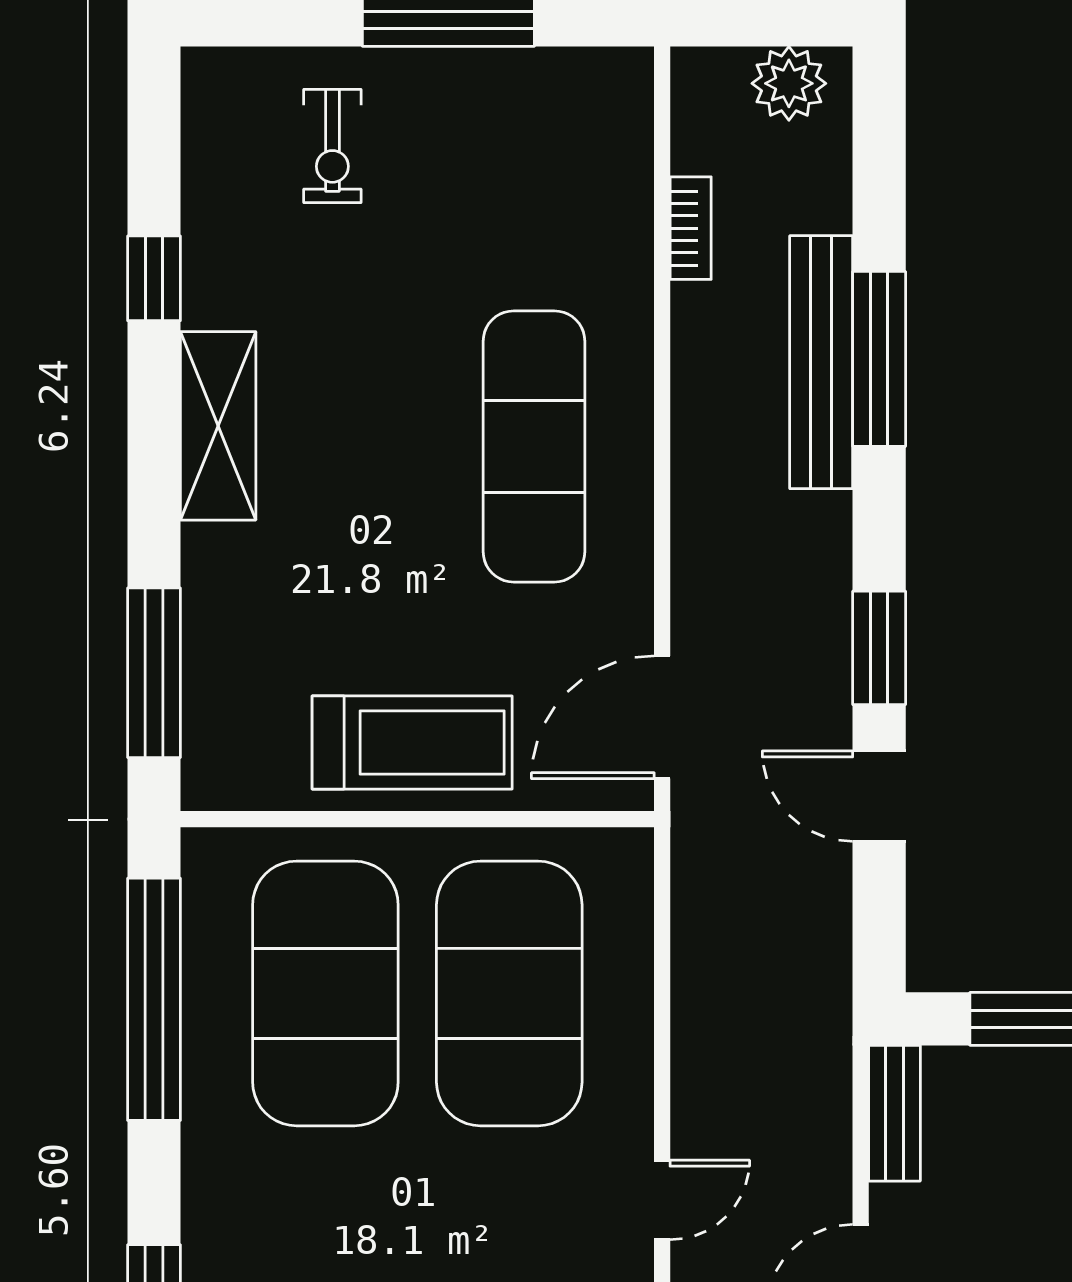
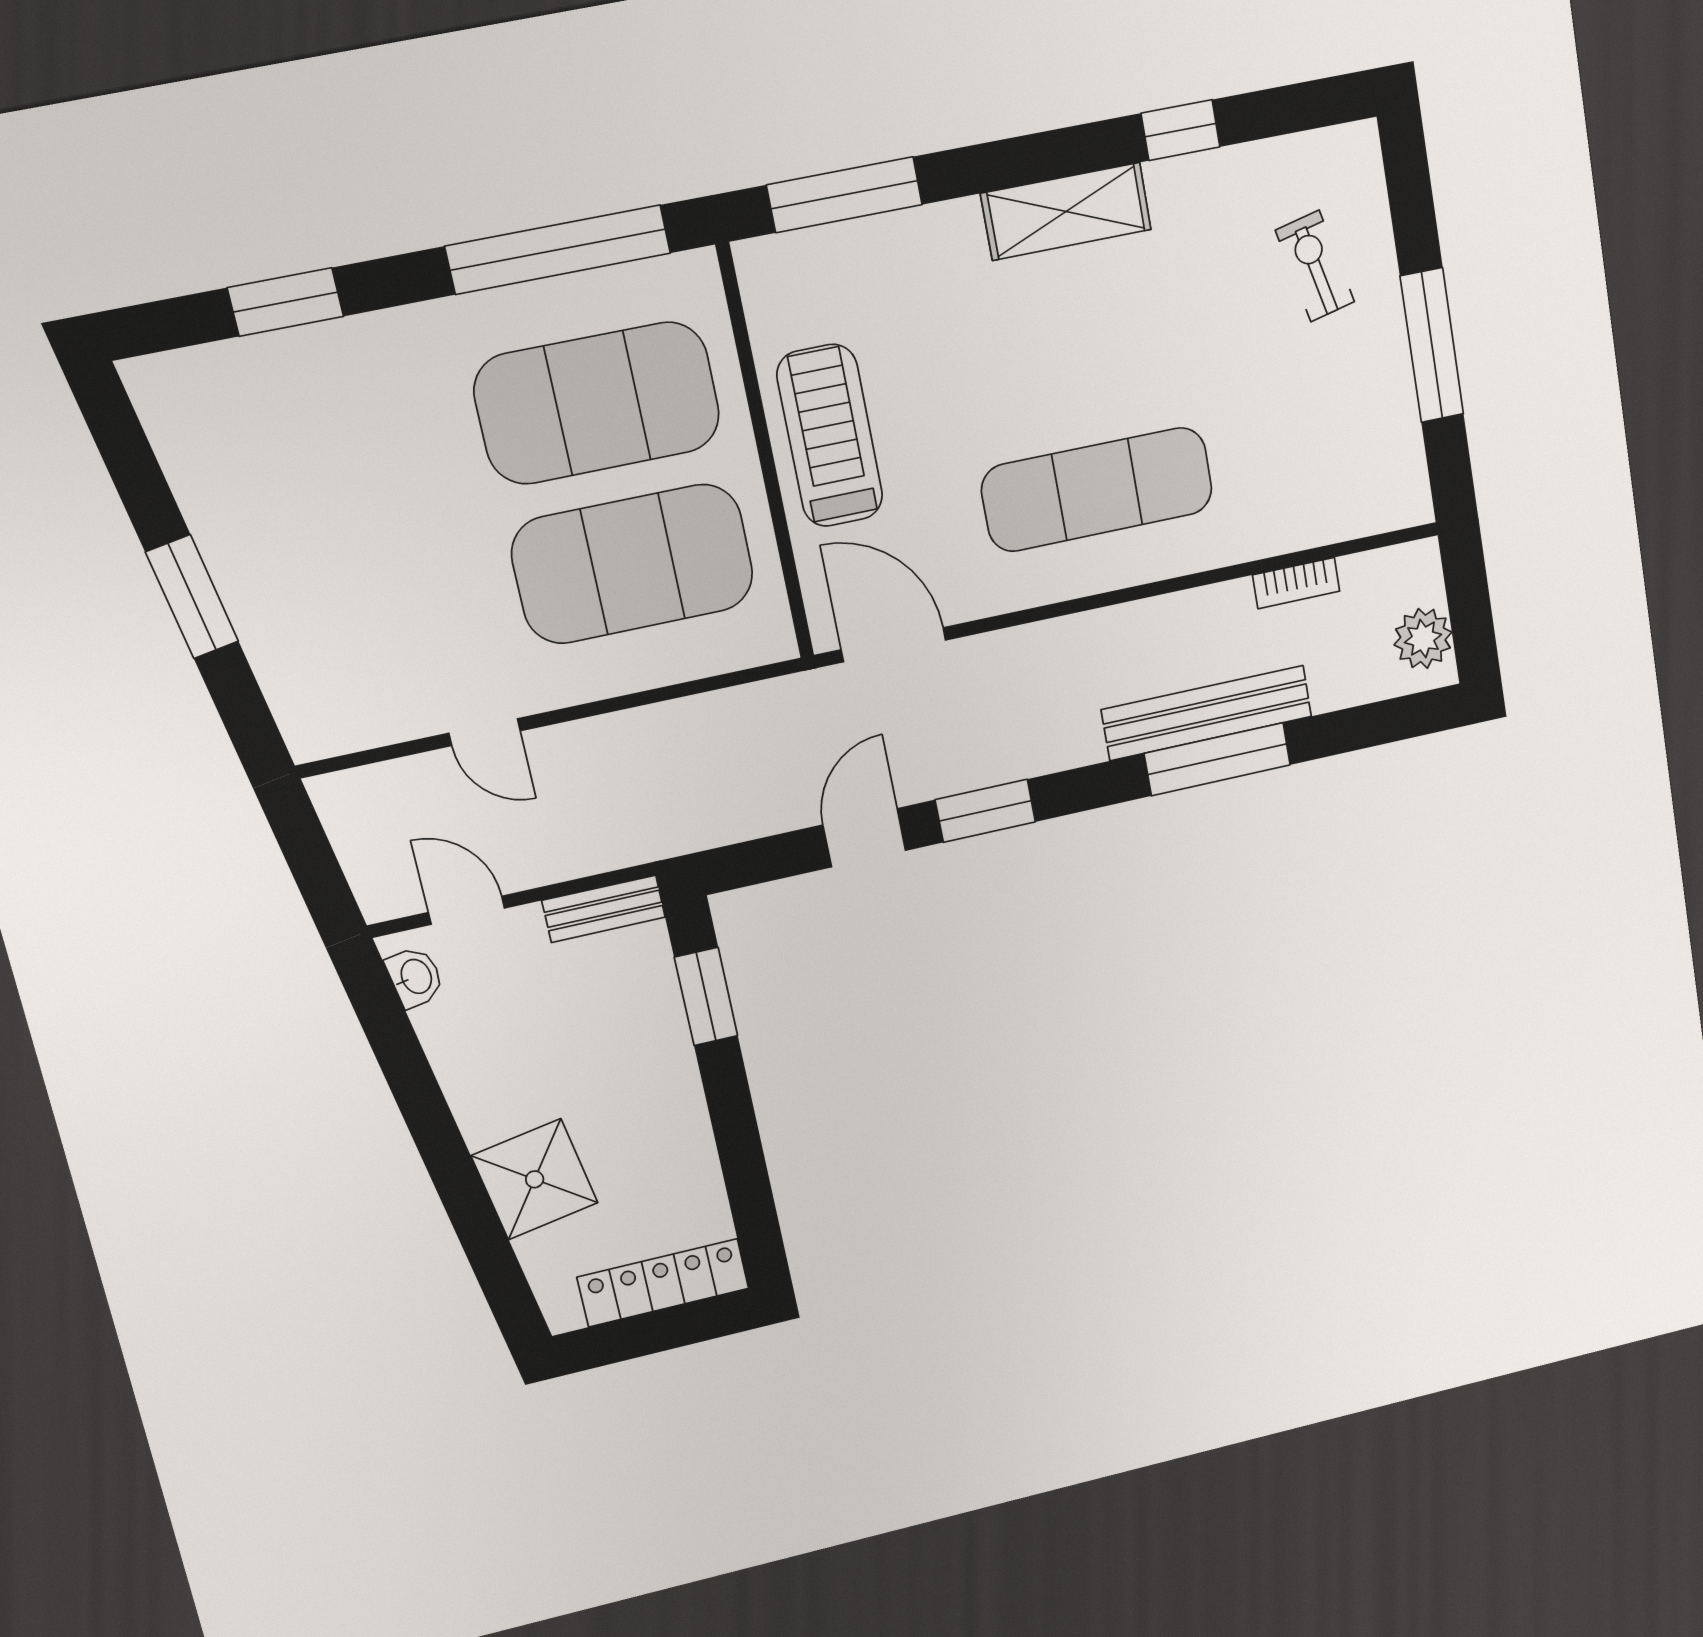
exercise bike: (332, 146) -> (1315, 266), turned 77
treadmill: (412, 743) -> (830, 436), turned 180

